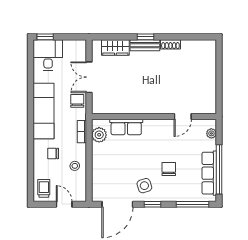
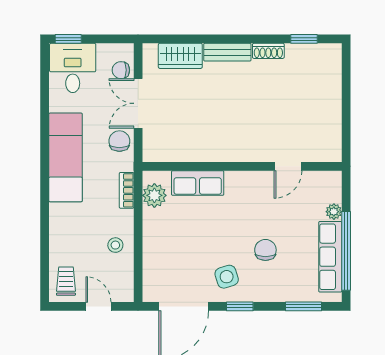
window: (146, 37) -> (304, 39), moved
plant: (211, 133) -> (334, 212), moved
chair: (53, 153) -> (121, 70), moved
window: (192, 204) -> (303, 306), width x0.69

